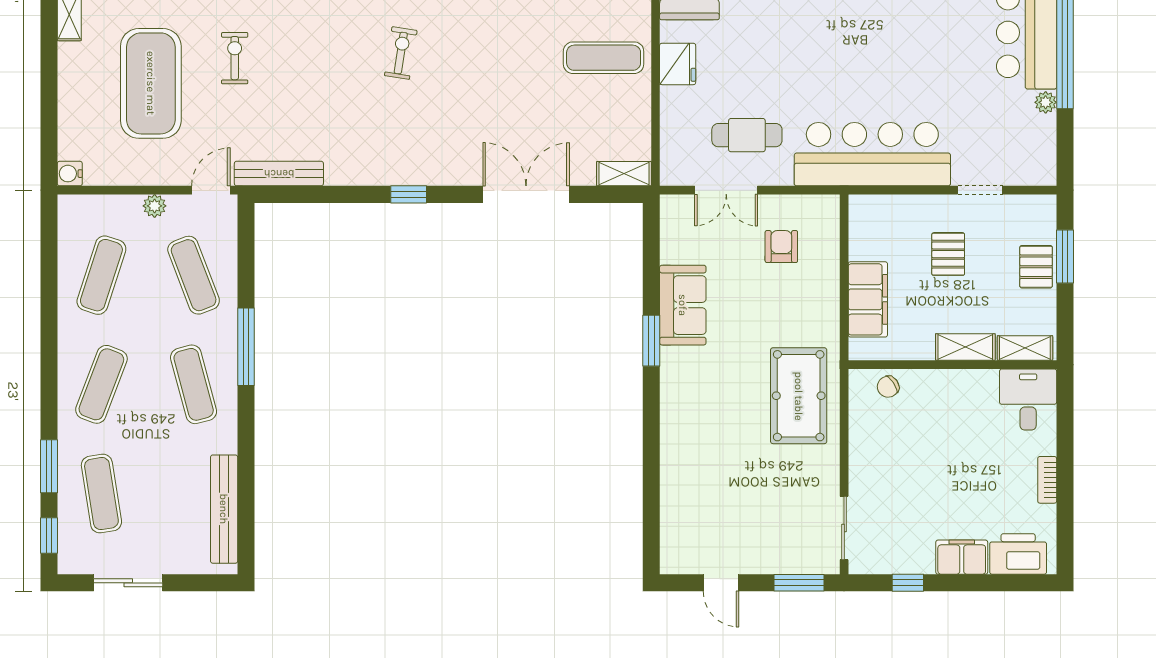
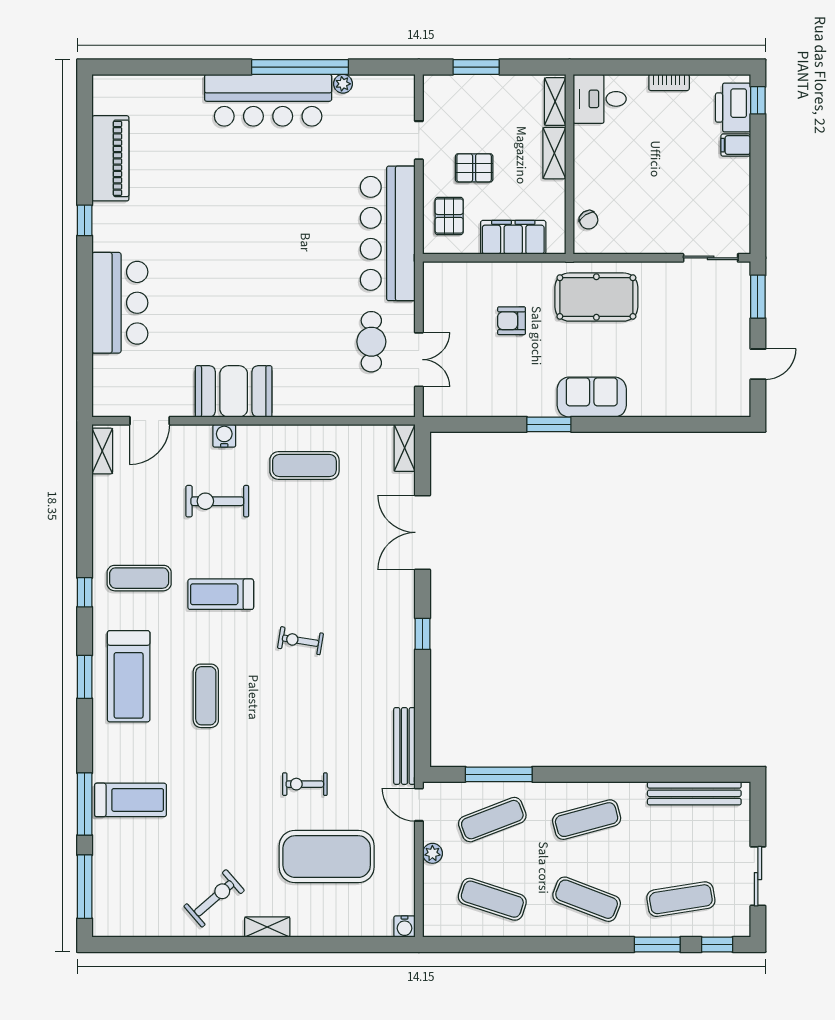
exercise mat: (604, 58) -> (304, 466), turned 90
fridge: (678, 64) -> (310, 402), removed
armchair: (781, 247) -> (512, 321), moved
pallet: (1036, 267) -> (449, 216), moved, turned 90
sofa: (683, 305) -> (592, 397), moved
window: (246, 347) -> (499, 774), moved
filing cabinet: (962, 557) -> (736, 145), width x0.50
window: (908, 583) -> (758, 100), moved

